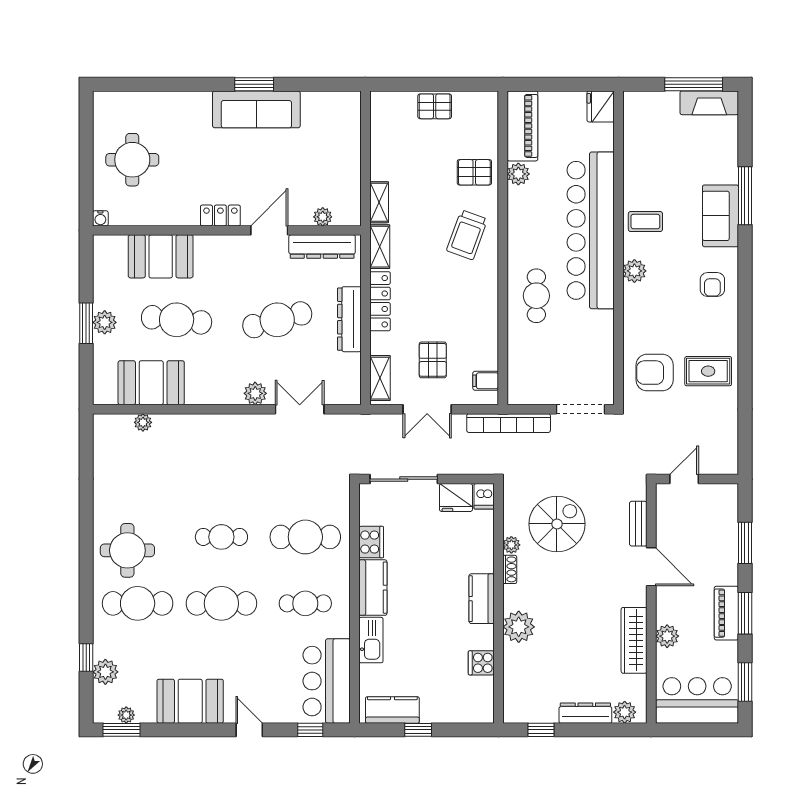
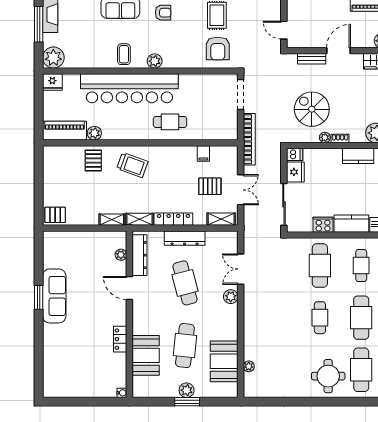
pallet: (435, 106) -> (55, 215), moved, turned 90
plant: (640, 108) -> (53, 58), added
round table: (132, 160) -> (86, 373), removed
locker: (220, 215) -> (120, 339), moved
filing cabinet: (486, 381) -> (203, 153), moved

